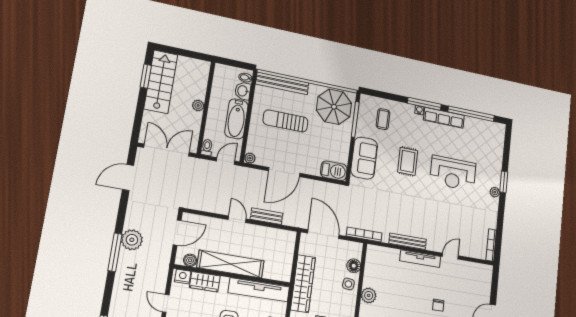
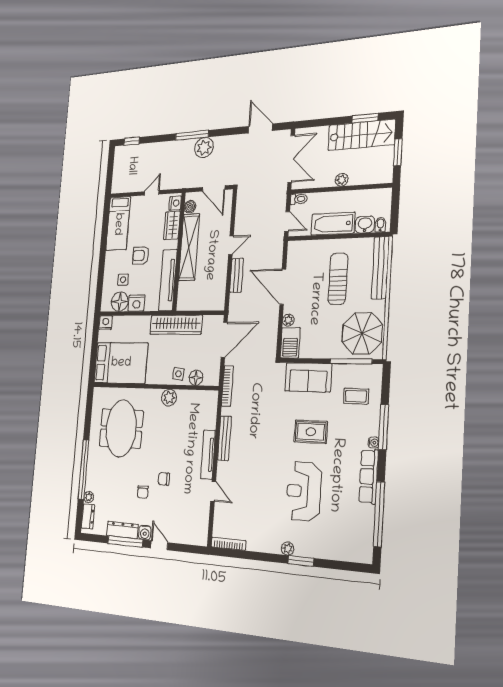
window: (185, 53) -> (398, 152), added
window: (424, 104) -> (384, 427), moved
plant: (250, 158) -> (288, 320), moved

